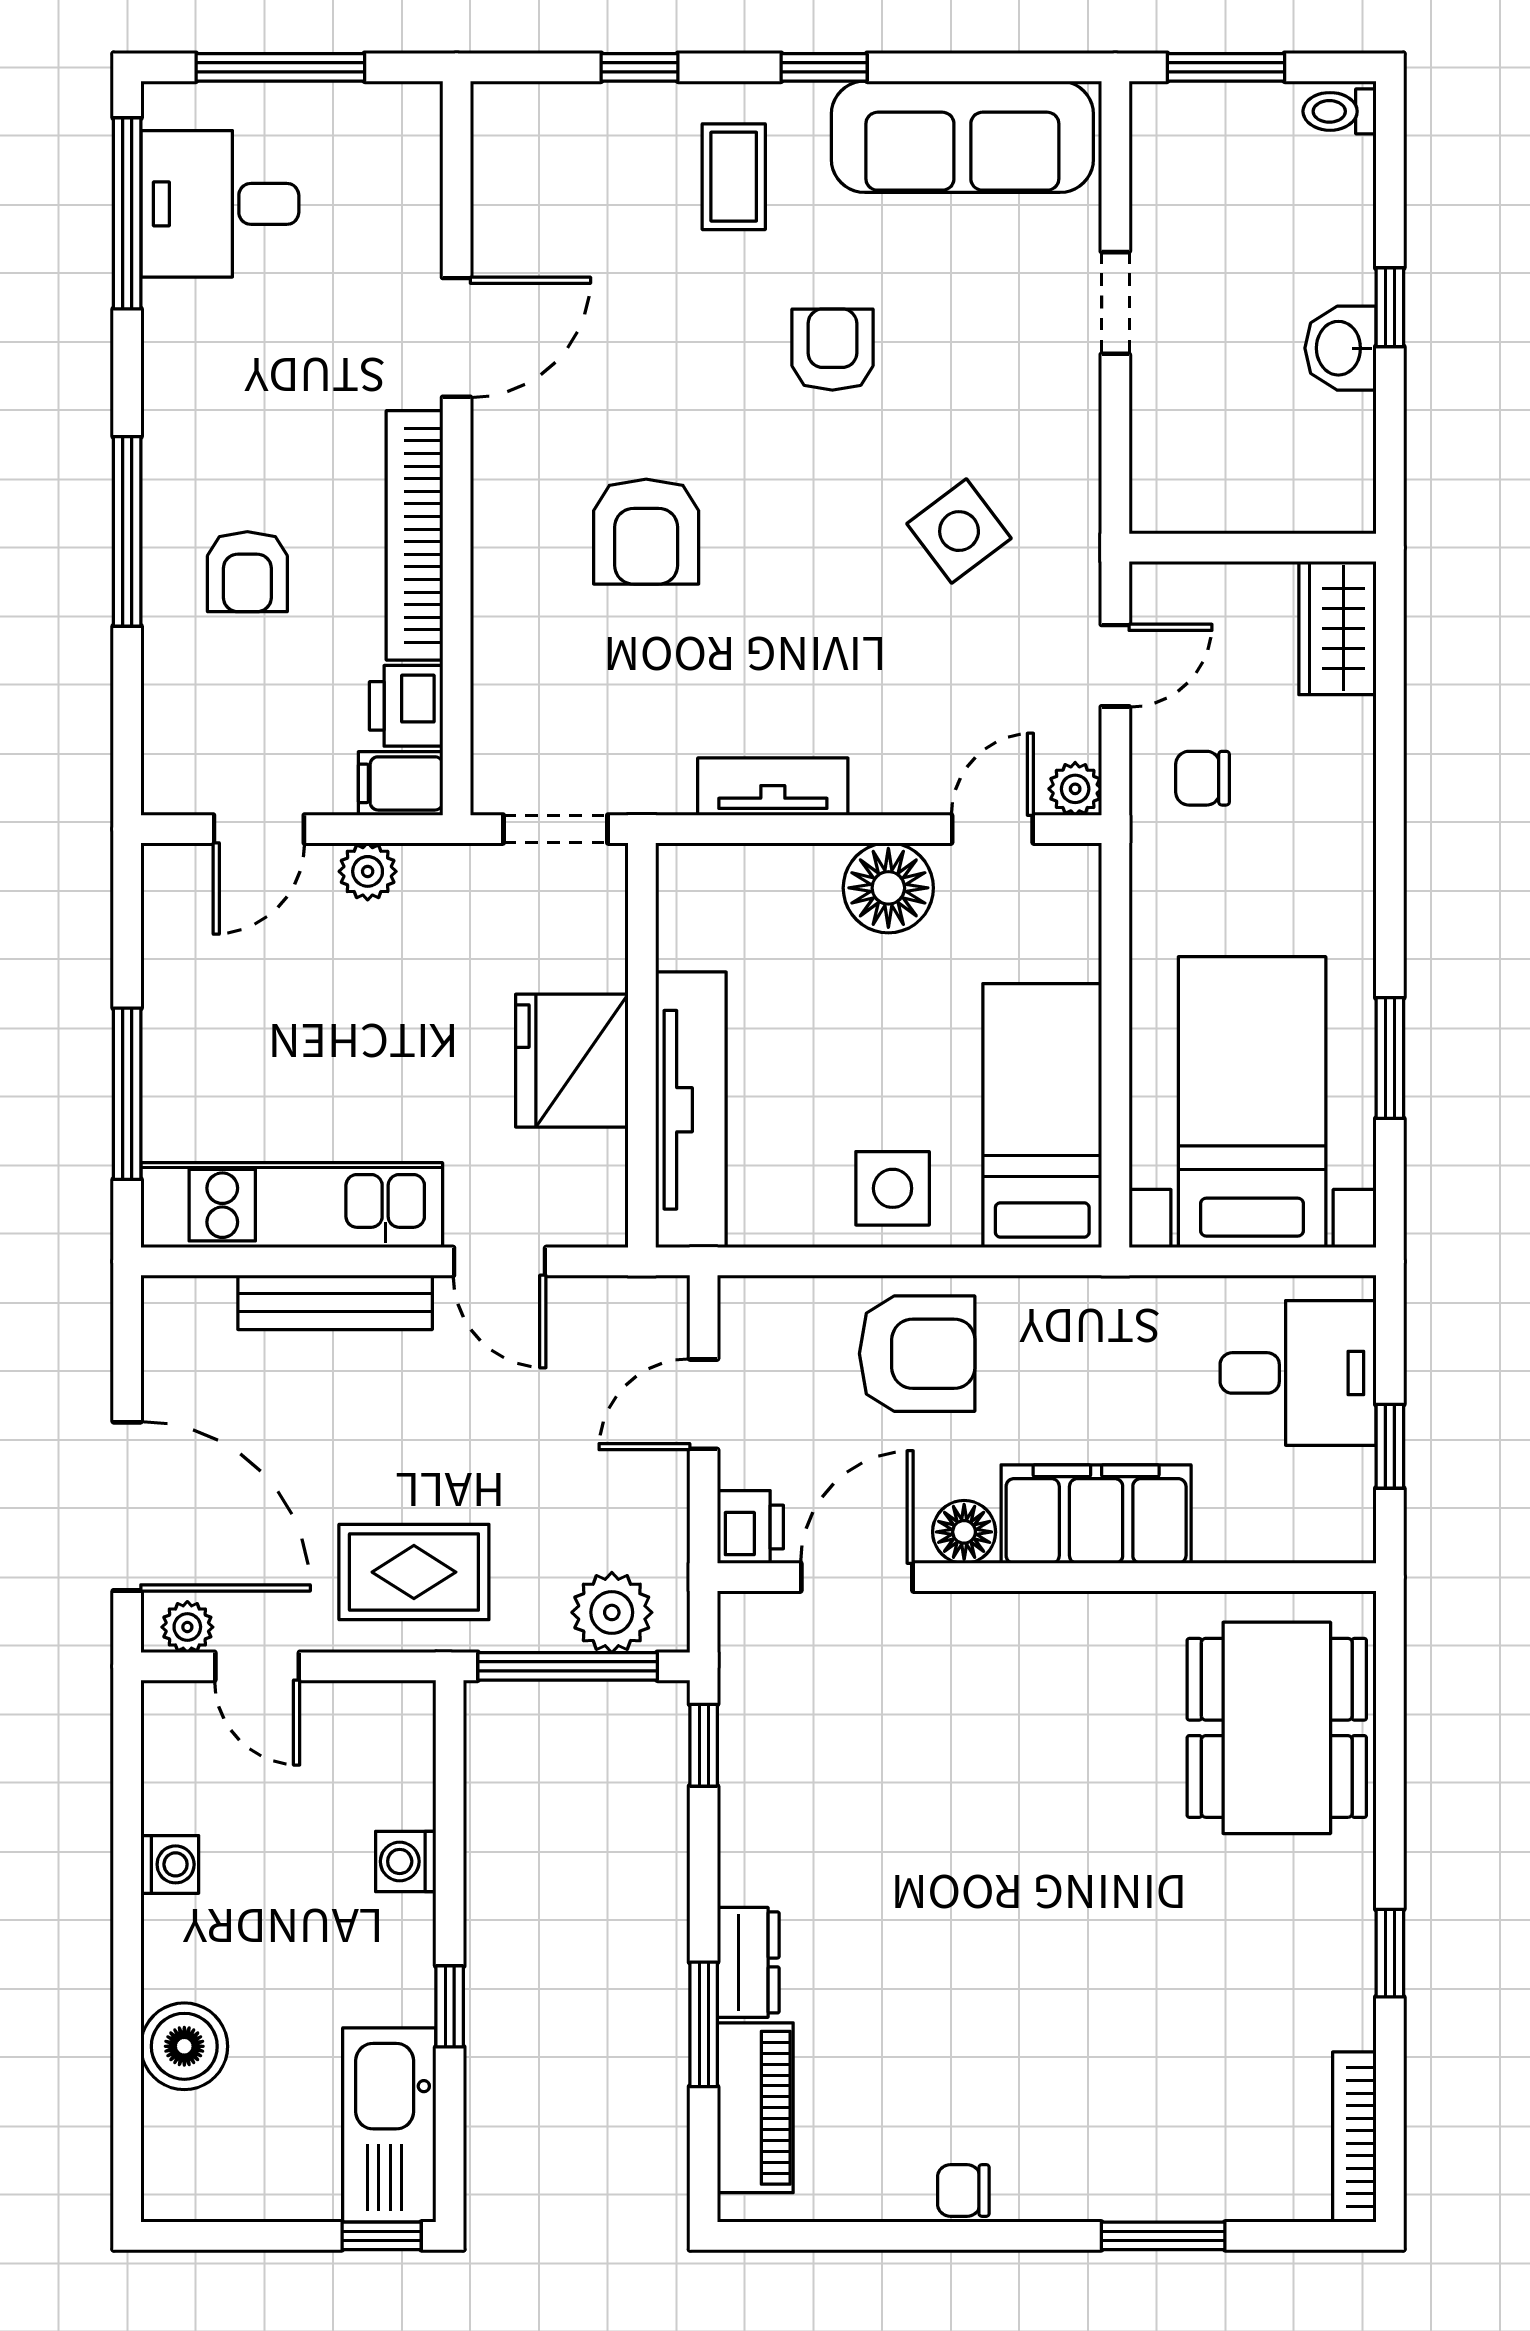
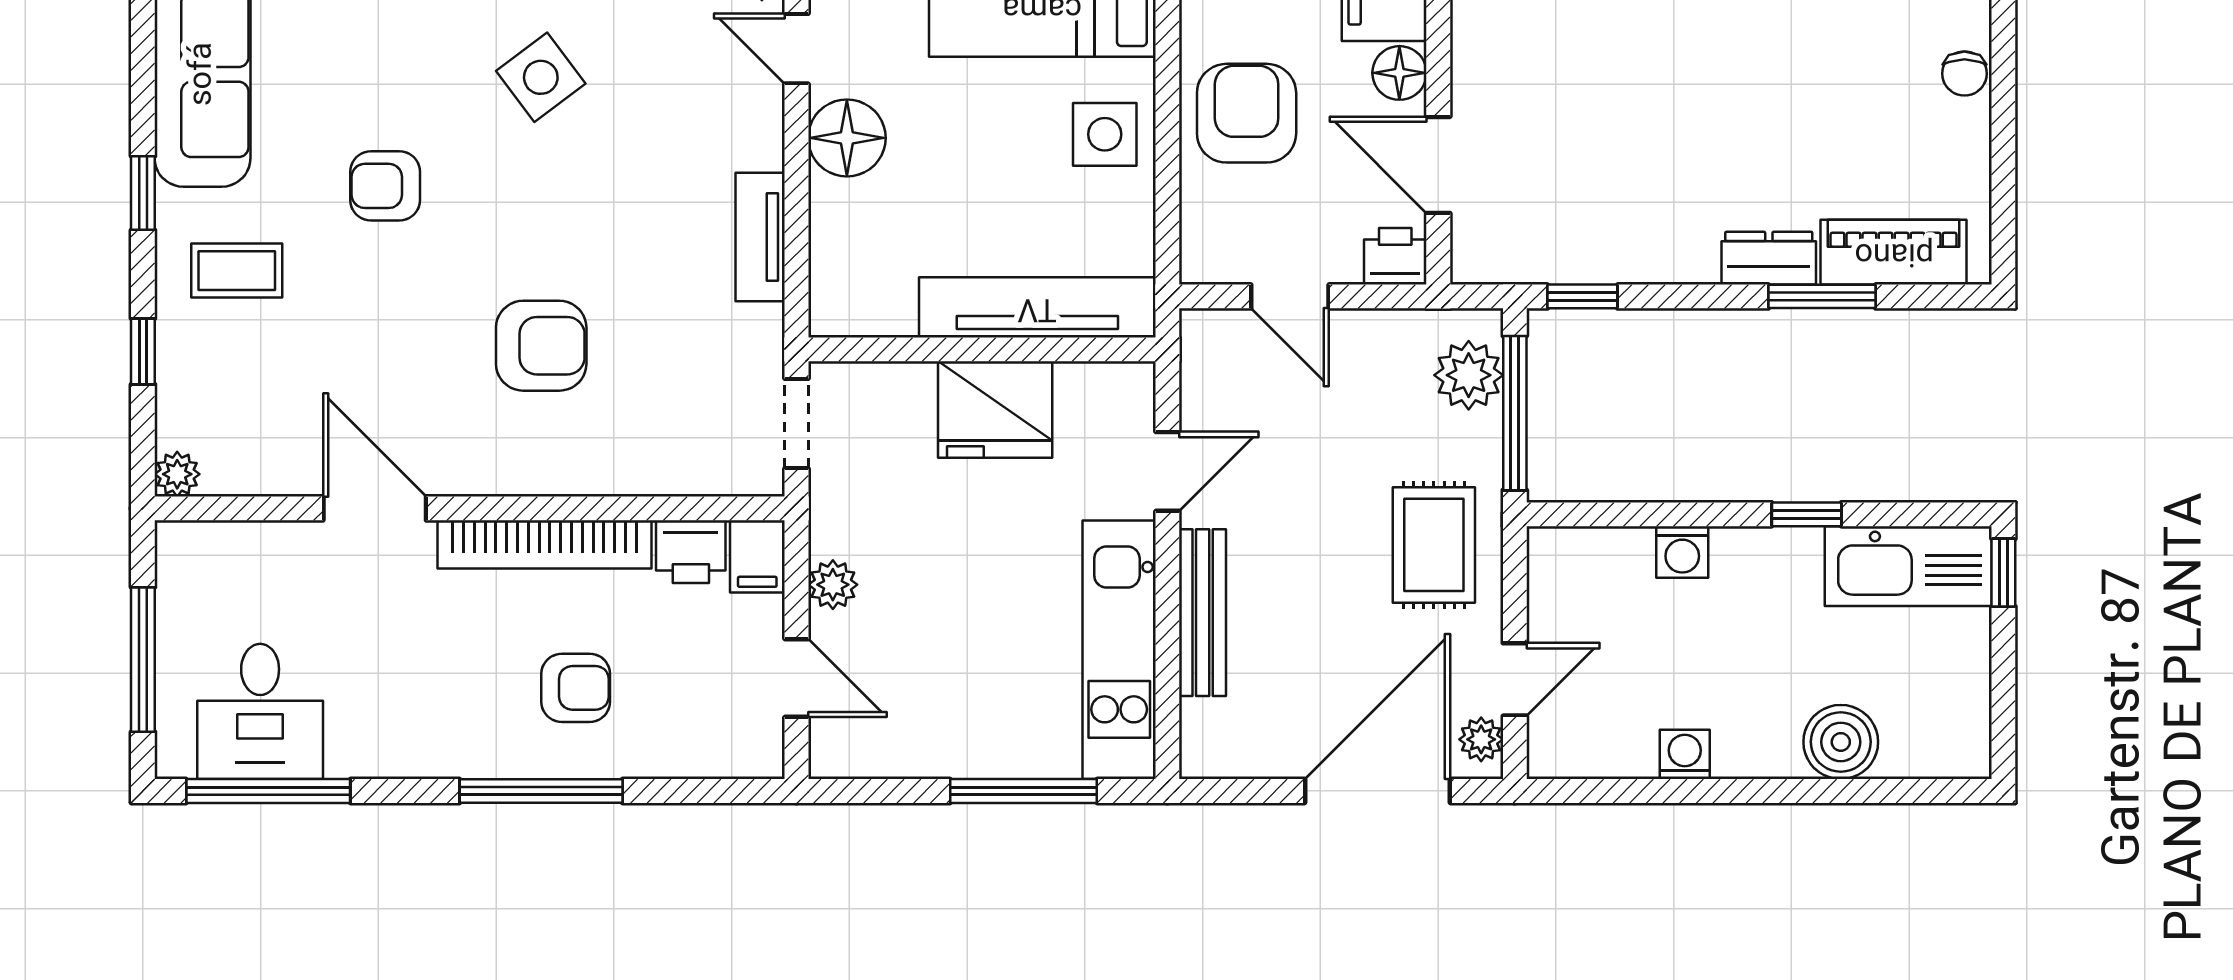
plant: (496, 107) -> (177, 474), added

